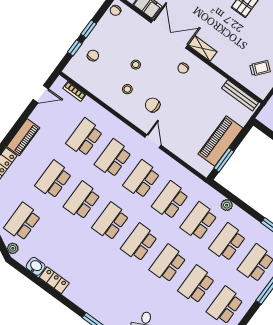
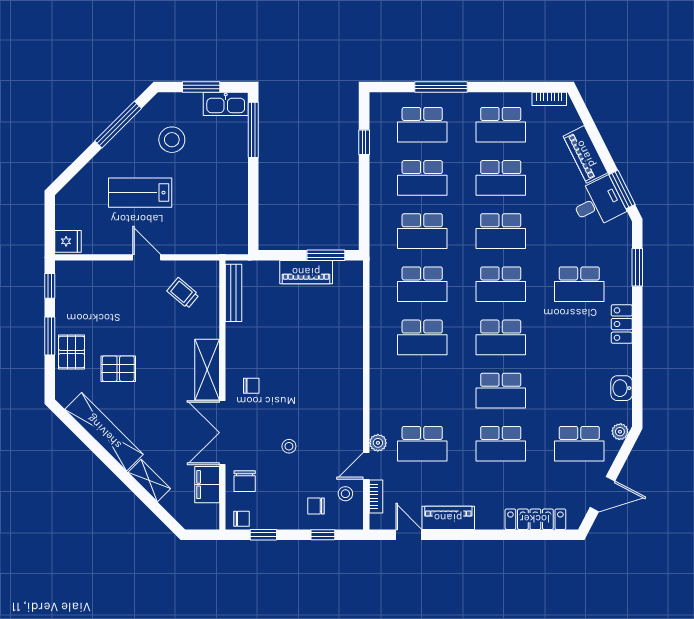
window: (89, 29) -> (263, 535), moved
shelving: (203, 48) -> (207, 370), width x1.50, depth x1.33
stool: (127, 89) -> (345, 494), moved
chair: (153, 105) -> (245, 481), moved
piano: (23, 137) -> (448, 518), moved
door: (153, 141) -> (366, 466), moved
piano: (220, 141) -> (306, 272), width x0.73, depth x0.75
school desk: (113, 158) -> (579, 284), moved
plant: (227, 205) -> (378, 443), moved
locker: (54, 280) -> (622, 324), moved

